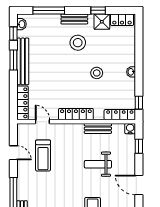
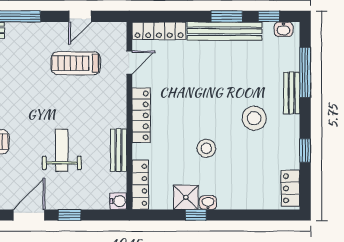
bench: (74, 19) -> (292, 93), moved
shower: (102, 22) -> (186, 197), moved
window: (139, 103) -> (196, 215), moved
window: (139, 146) -> (70, 215), moved

